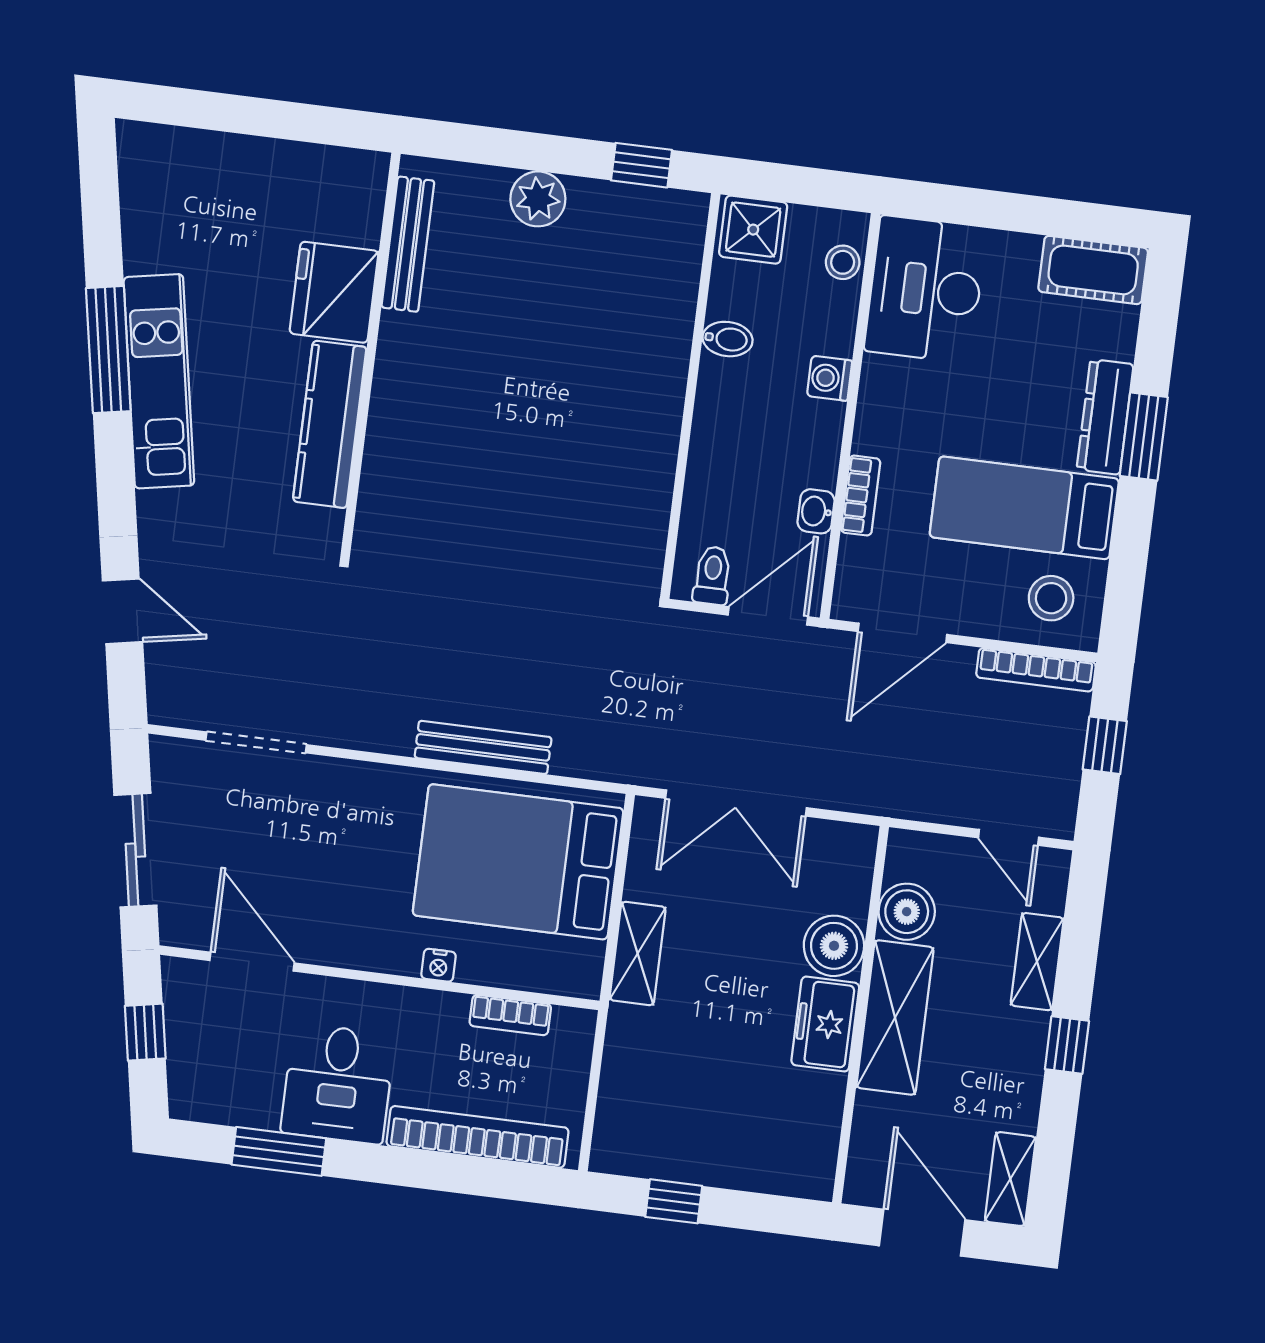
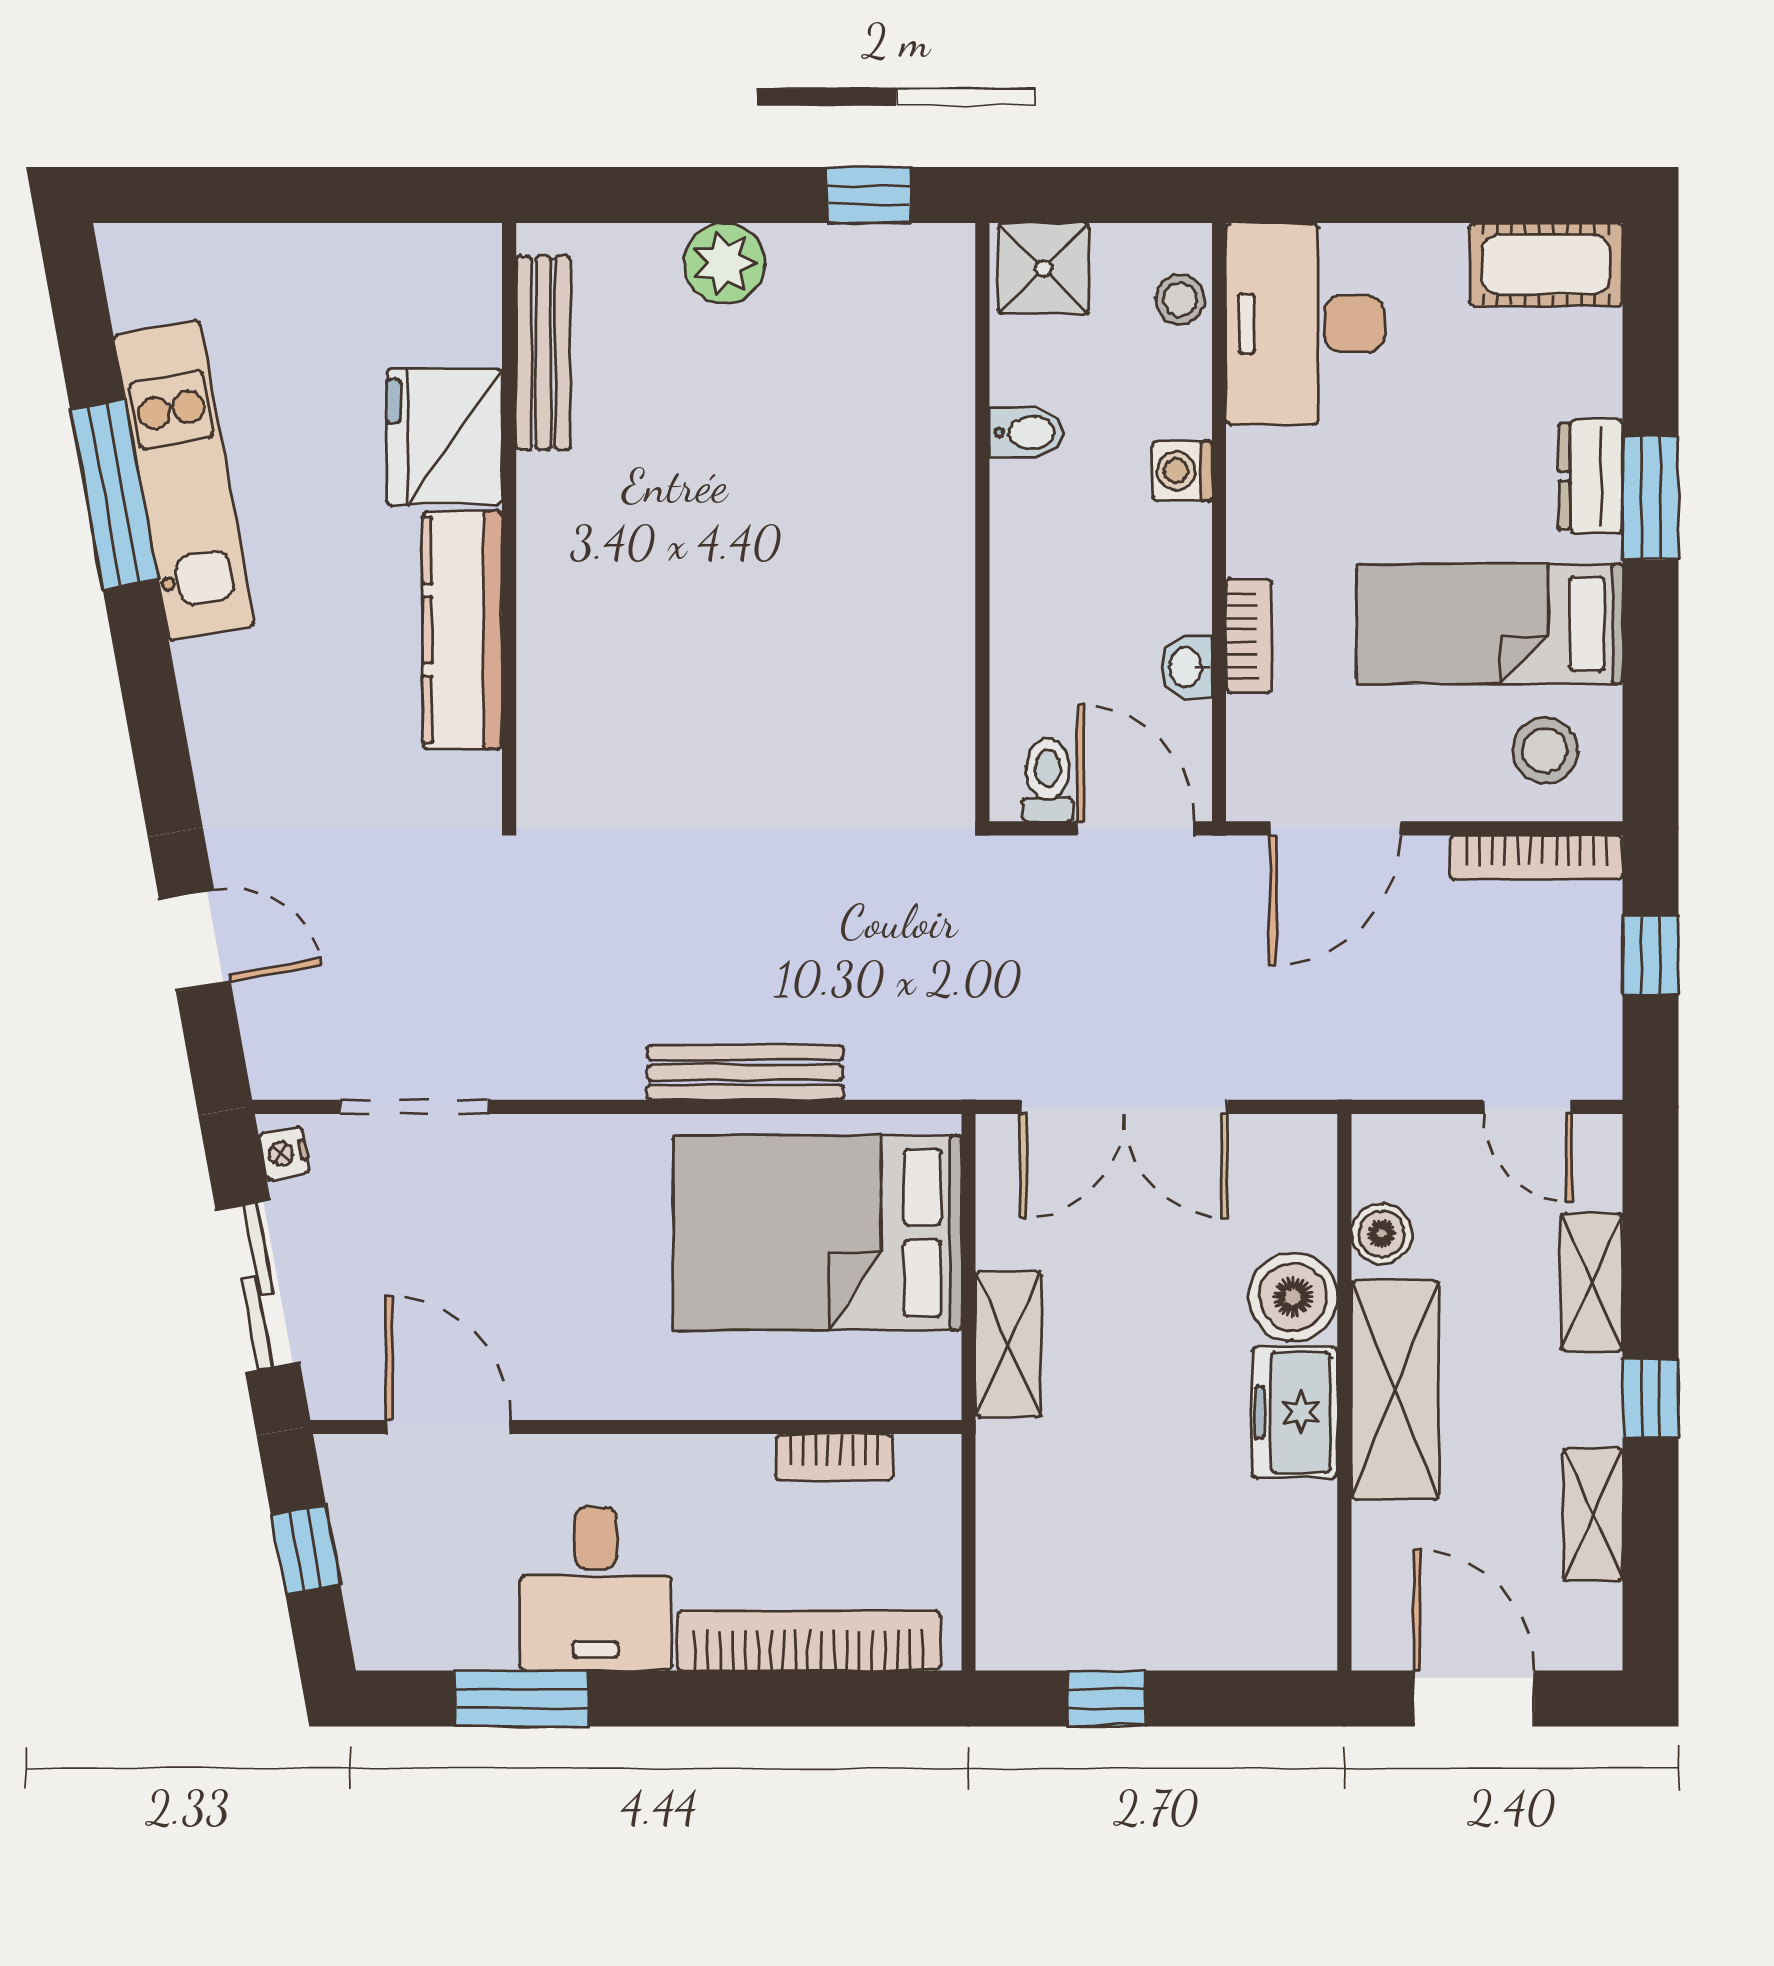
window: (108, 350) -> (114, 494), moved
kitchen unit: (159, 381) -> (184, 480), moved
dresser: (1105, 417) -> (1591, 476), width x0.70
door: (768, 616) -> (1136, 828), hinge flipped
boiler: (907, 912) -> (1382, 1234), width x0.73, depth x0.73
nightstand: (439, 965) -> (284, 1153), moved, turned 80
shelving: (1010, 1179) -> (1593, 1515), moved

